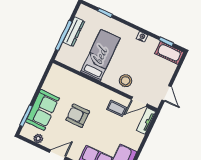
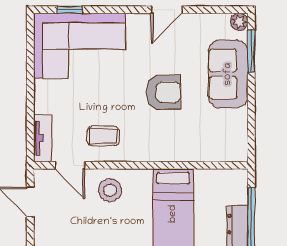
door: (139, 102) -> (70, 165), swing flipped
plant: (38, 138) -> (239, 22), moved

